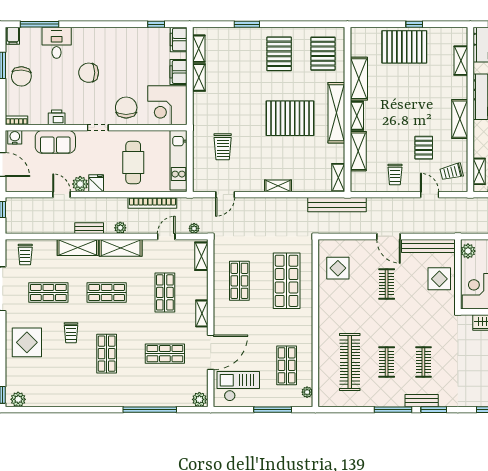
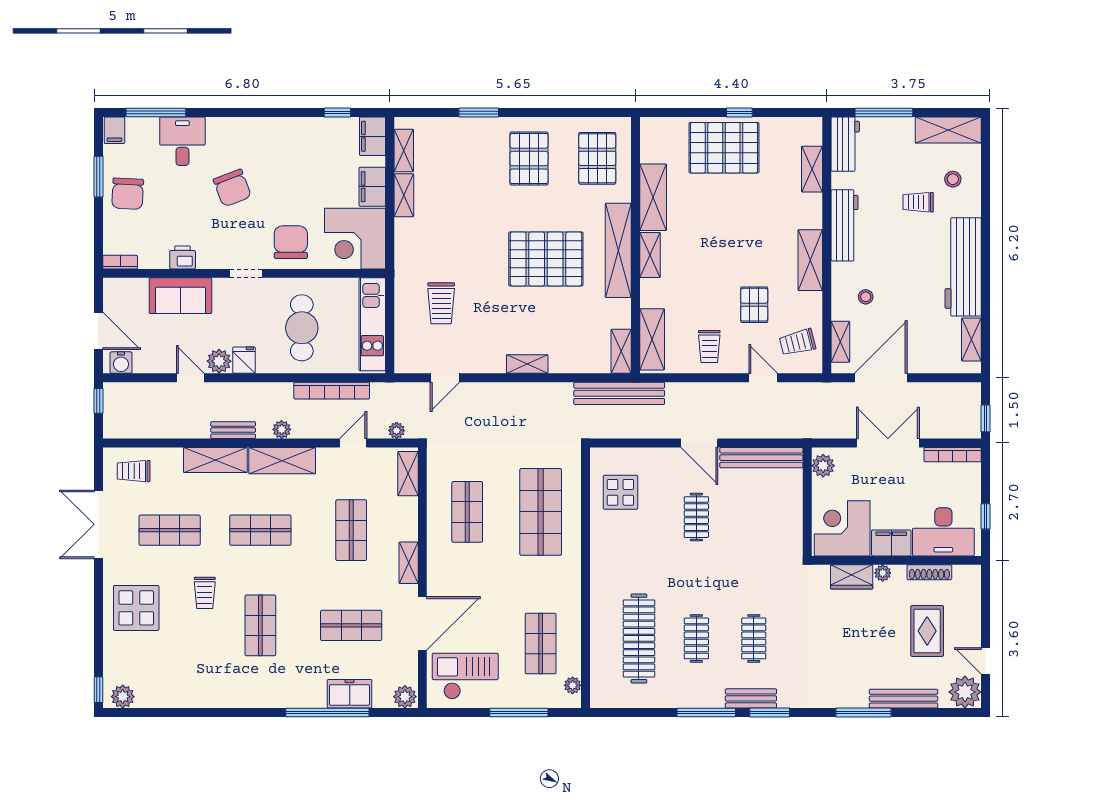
chair: (89, 73) -> (232, 188), turned -111
water cooler: (15, 137) -> (121, 363), moved, turned 180
shelving: (358, 151) -> (652, 339), moved
trolley: (25, 255) -> (134, 471), turned 90
display table: (439, 279) -> (778, 509), removed
freezer: (164, 398) -> (350, 694), added

